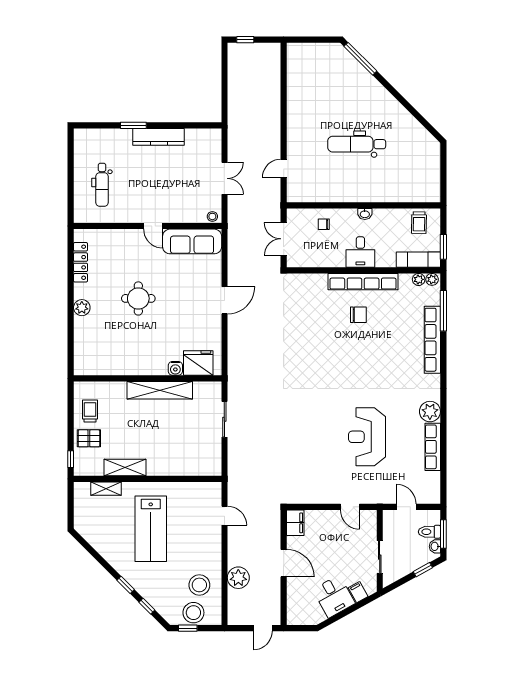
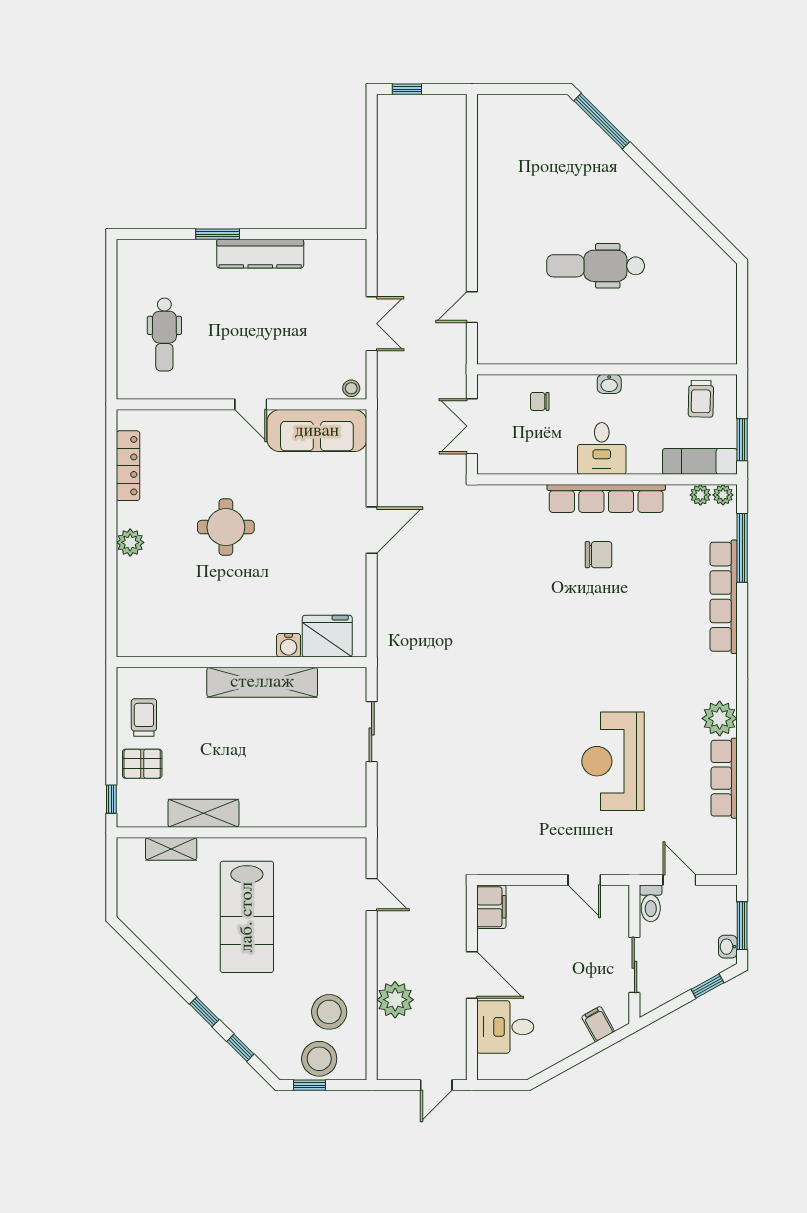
toilet: (429, 532) -> (651, 903), moved, turned -90
desk: (334, 596) -> (505, 1027), moved, turned 119

